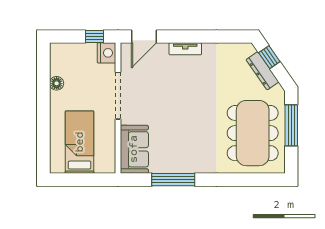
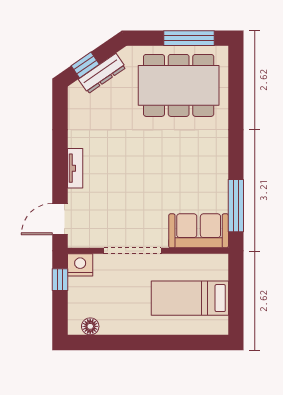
door: (144, 36) -> (60, 219), swing flipped
floor lamp: (57, 83) -> (90, 326), moved
window: (291, 125) -> (189, 38), moved
window: (173, 180) -> (236, 206), moved

